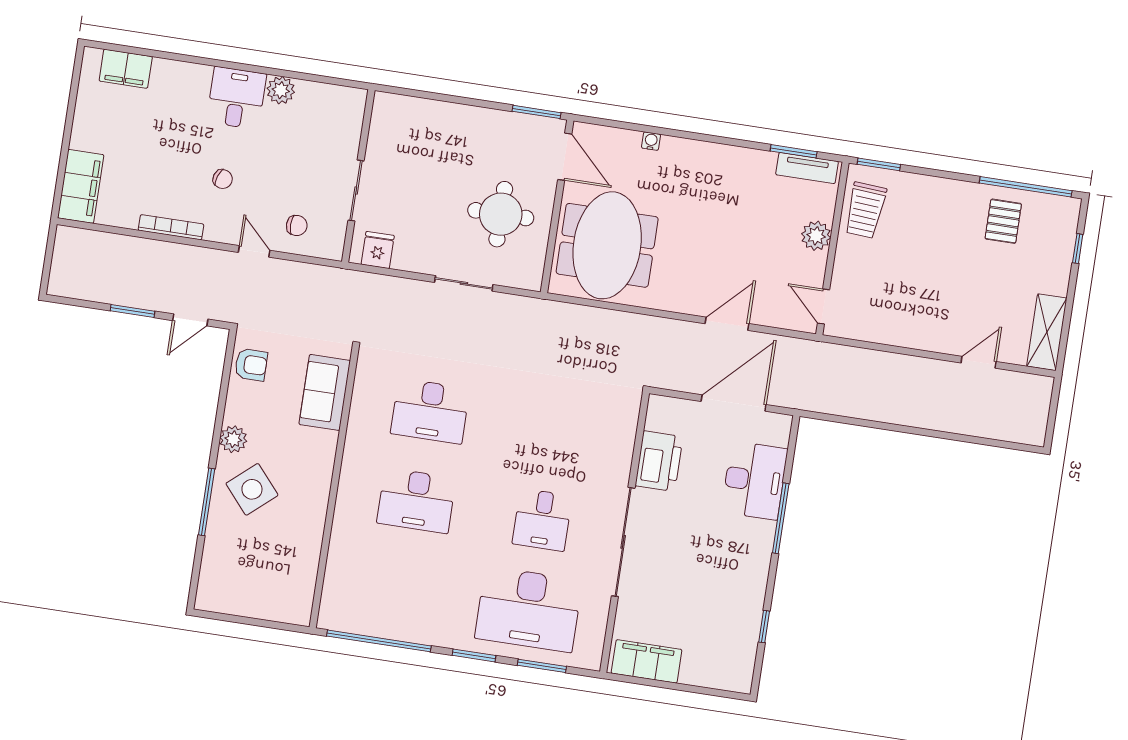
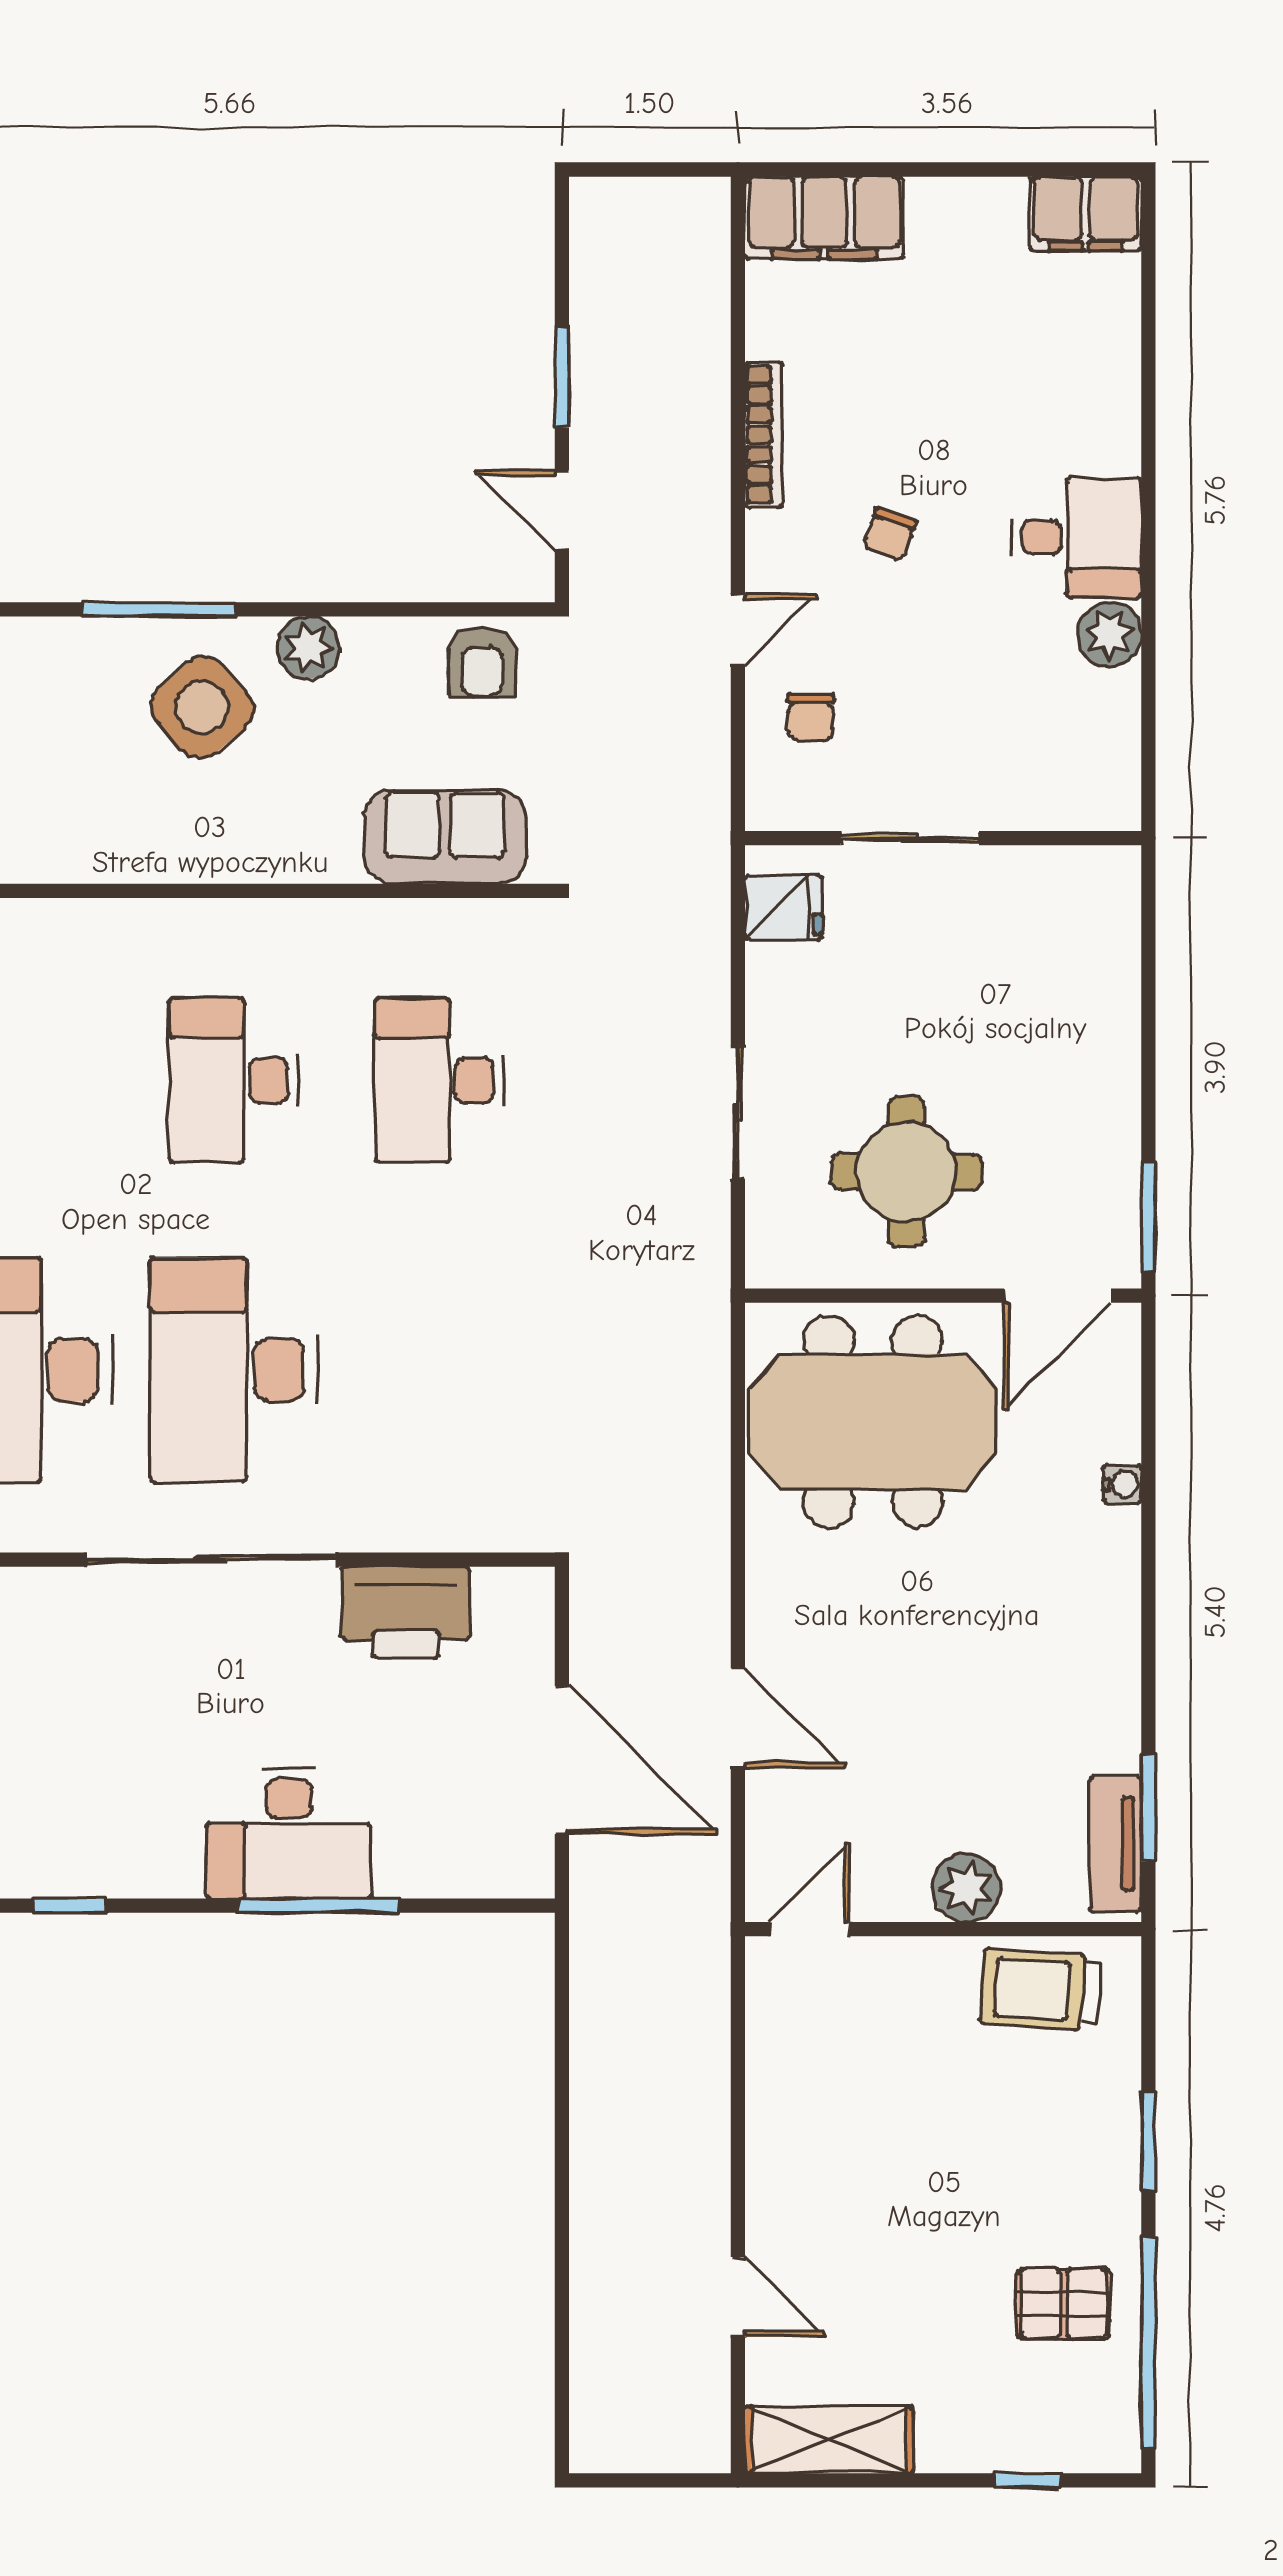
filing cabinet: (126, 69) -> (1086, 214), moved, turned -90
window: (879, 164) -> (1148, 2141), moved
desk: (754, 480) -> (289, 1834), moved
desk: (542, 520) -> (233, 1370), width x1.87, depth x1.30

